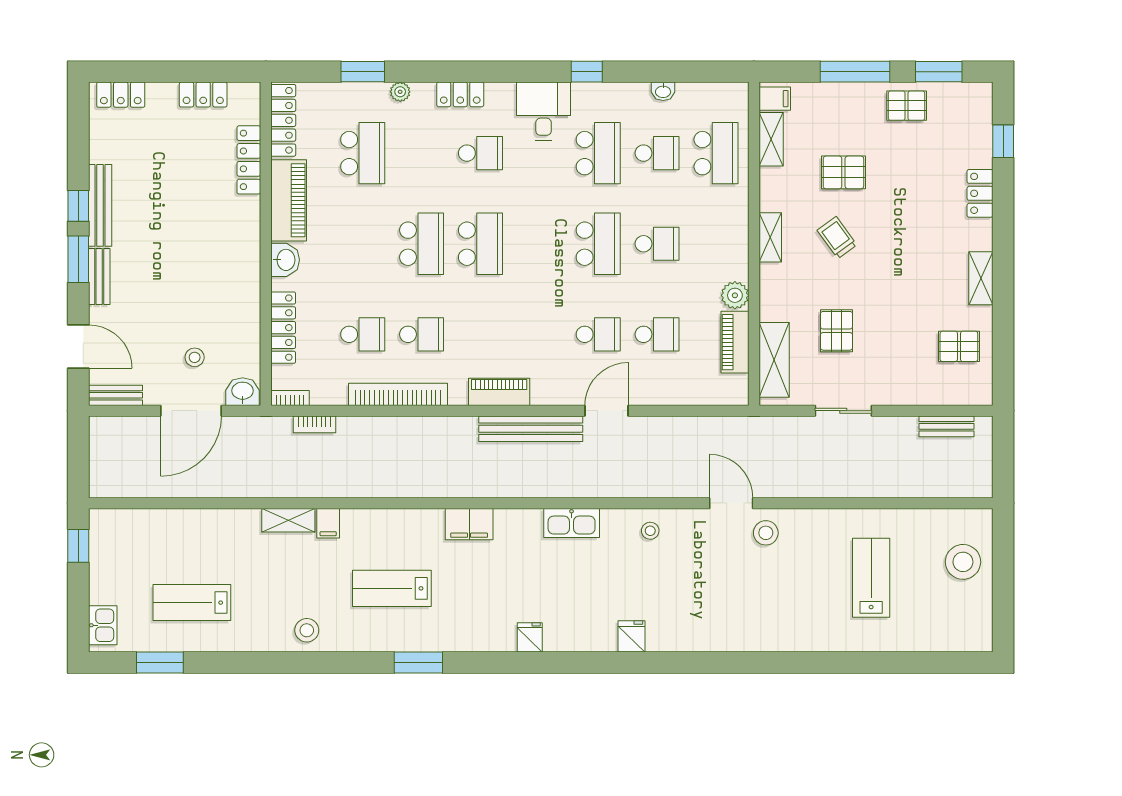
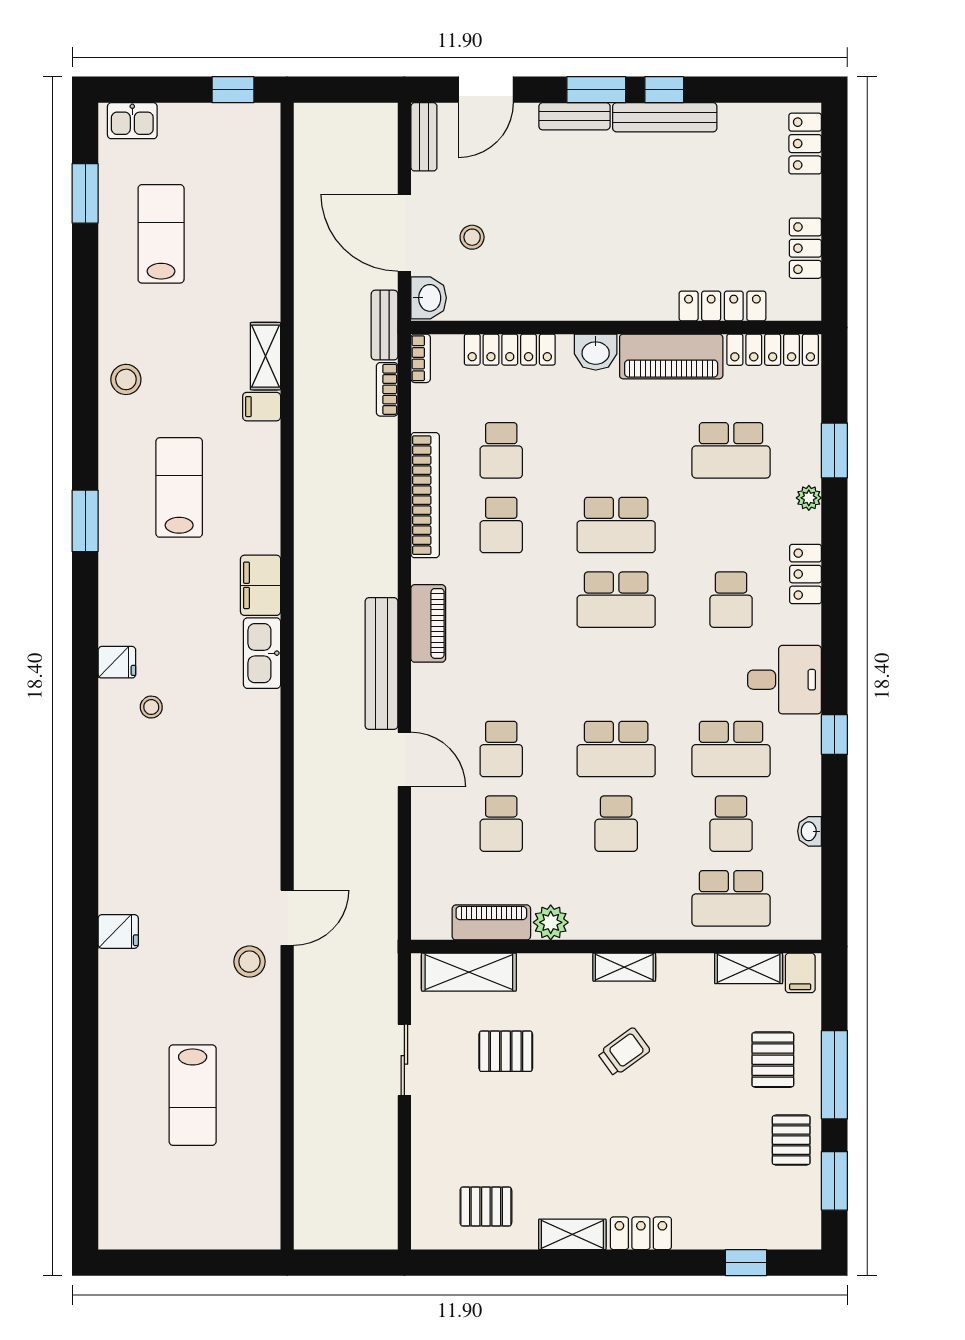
pallet: (843, 172) -> (773, 1060), moved
locker: (980, 193) -> (641, 1233), moved
pallet: (959, 346) -> (486, 1207), turned 90
bench: (947, 426) -> (385, 325), moved
kitchen sink: (572, 523) -> (262, 653), moved
stool: (650, 531) -> (151, 707), moved
stool: (963, 562) -> (213, 1212), removed
lab bench: (871, 578) -> (193, 1095), turned 90
fridge: (631, 636) -> (118, 931), moved

